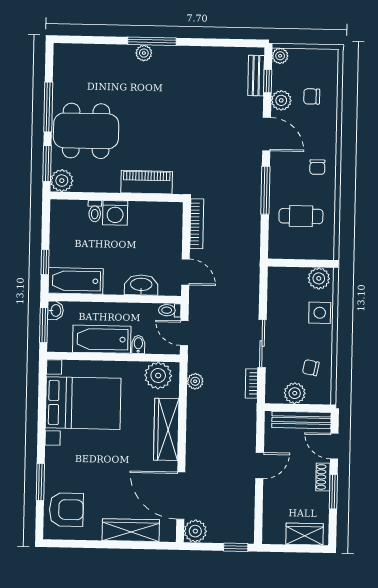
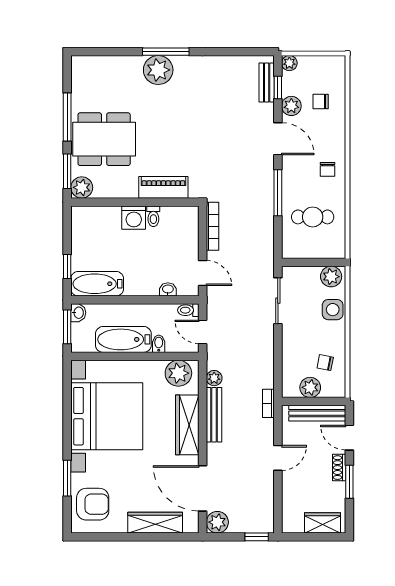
plant: (144, 53) -> (158, 70), width x1.87, depth x1.87
toilet: (95, 211) -> (153, 216), moved
washbasin: (141, 285) -> (168, 289), width x0.52, depth x0.69
sliding door: (262, 343) -> (278, 301), moved
bookcase: (251, 383) -> (268, 403), moved
bed with nightstands: (83, 403) -> (107, 416), width x1.36
bench: (194, 419) -> (214, 415), added

